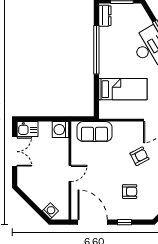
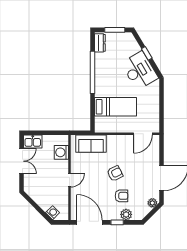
washing machine: (61, 130) -> (61, 152), moved
armchair: (139, 156) -> (115, 173), moved
plant: (135, 213) -> (126, 214), added

